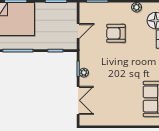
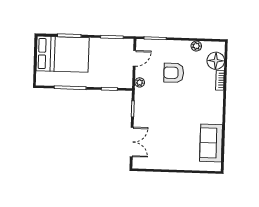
door: (78, 31) -> (134, 58), moved
plant: (84, 73) -> (140, 82), moved

